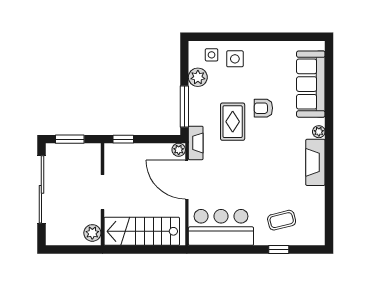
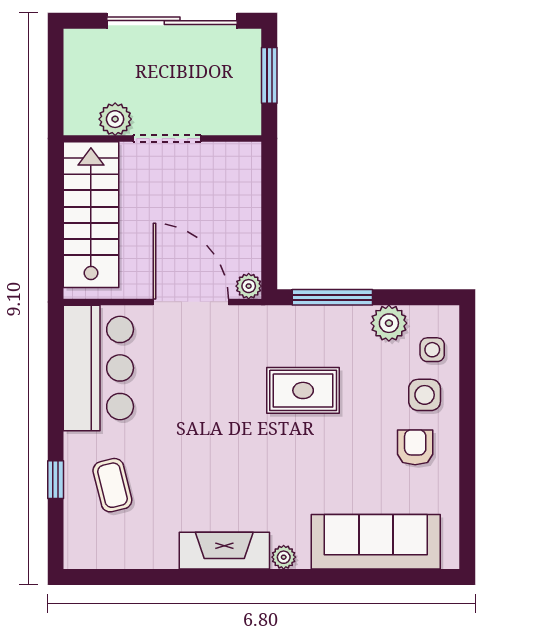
armchair: (263, 108) -> (415, 447), moved
window: (123, 139) -> (269, 179), removed
fireplace: (196, 143) -> (262, 319), removed
door: (187, 180) -> (191, 302), hinge flipped
plant: (92, 233) -> (115, 119), moved

